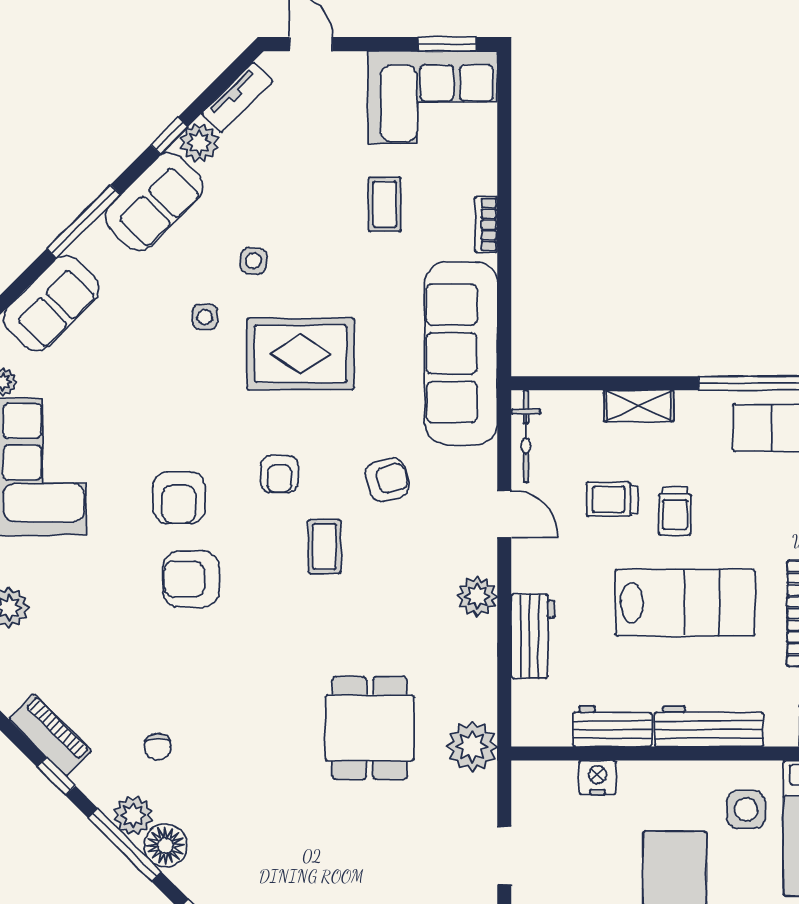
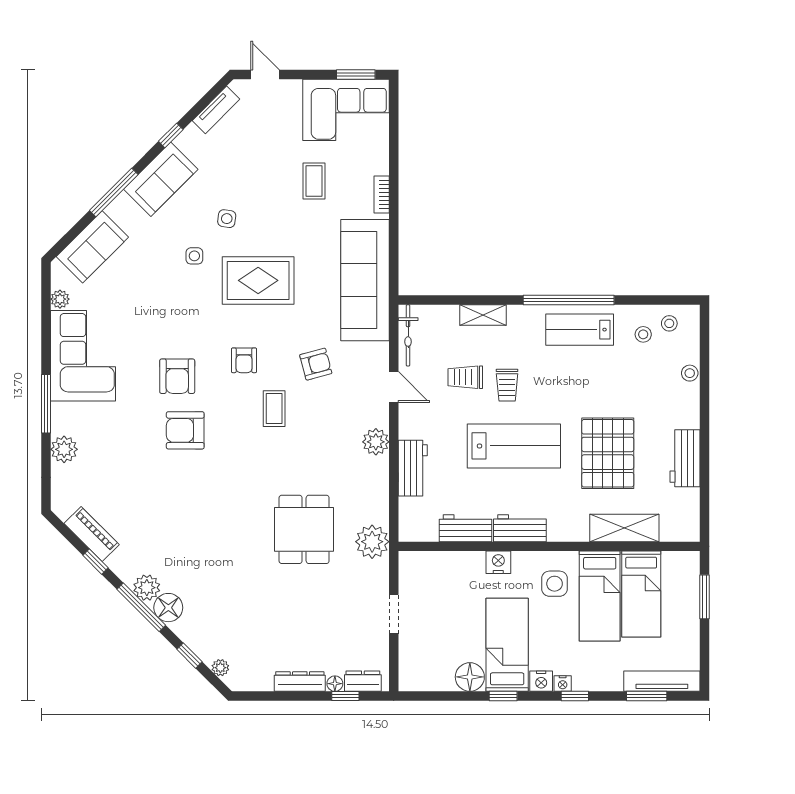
plant: (199, 143) -> (191, 140), removed
workbench: (709, 726) -> (520, 528), width x0.73
chair: (158, 747) -> (163, 542), removed
nightstand: (597, 777) -> (498, 562), moved

